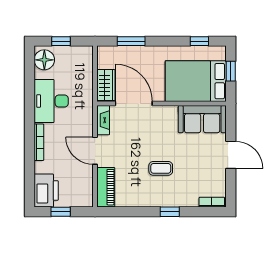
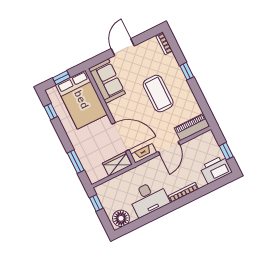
window: (61, 41) -> (96, 203), moved
door: (134, 103) -> (120, 137), swing flipped
coffee table: (161, 168) -> (158, 94), width x1.86, depth x1.72

